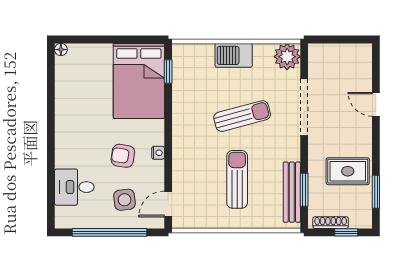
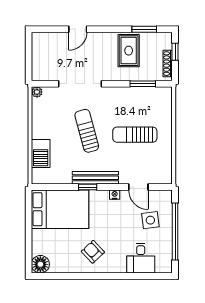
floor lamp: (61, 50) -> (40, 264), width x1.89, depth x1.89
barbecue: (234, 55) -> (41, 154), moved
plant: (287, 57) -> (37, 92), width x0.53, depth x0.53
window: (168, 71) -> (88, 187), moved
armchair: (123, 156) -> (93, 252), moved, turned 128
bench: (292, 192) -> (95, 178), moved
door: (168, 204) -> (138, 187), moved

